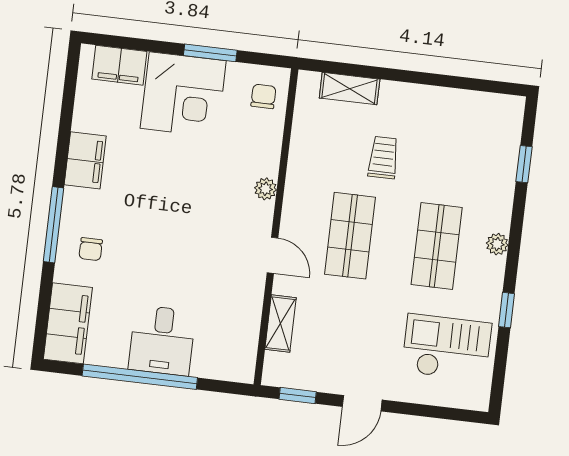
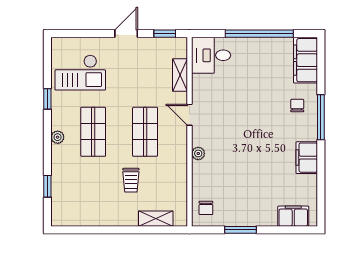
corner desk: (183, 95) -> (254, 203), removed
desk: (162, 340) -> (211, 55), moved, turned -90

